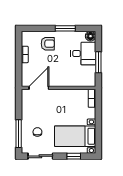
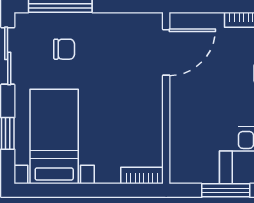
door: (39, 88) -> (166, 52), hinge flipped

